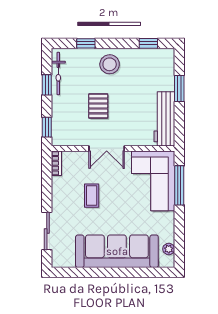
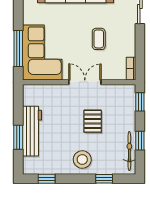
workbench: (164, 119) -> (32, 131), moved

